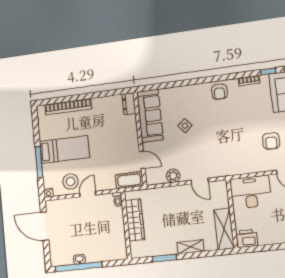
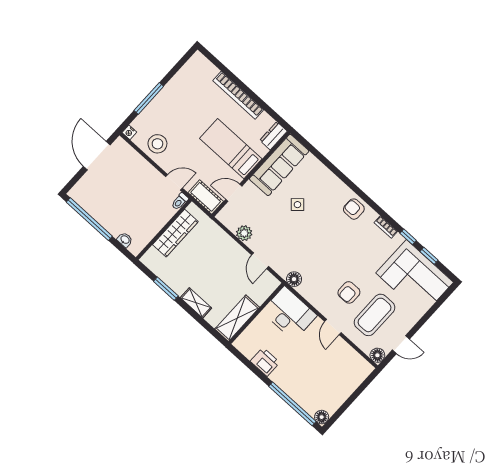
armchair: (219, 92) -> (354, 209), turned 90
bookcase: (68, 107) -> (238, 95), moved
bed: (64, 149) -> (231, 149), moved, turned 180
door: (142, 160) -> (234, 193), swing flipped
floor lamp: (231, 169) -> (294, 279), added
door: (88, 194) -> (174, 182), moved
printer: (247, 239) -> (265, 362), moved
washbasin: (79, 259) -> (125, 240), moved

